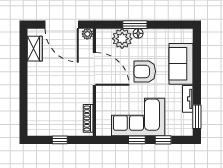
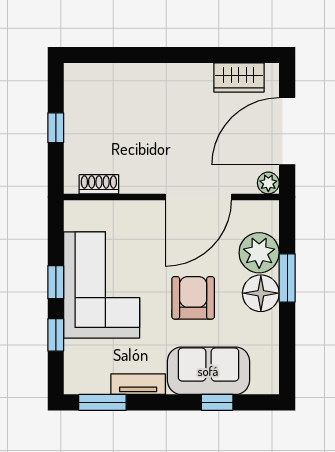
floor lamp: (138, 33) -> (261, 293), width x1.89, depth x1.89
window: (197, 59) -> (217, 402), added
shoe rack: (88, 118) -> (99, 184), width x0.70

